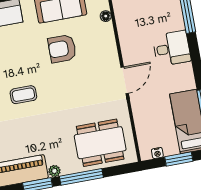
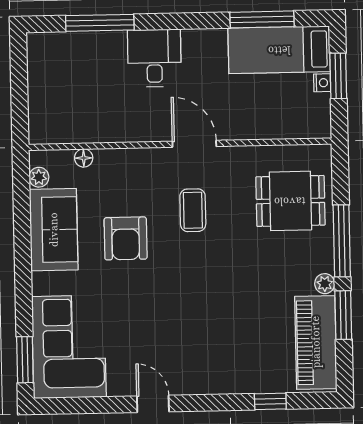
coffee table: (23, 95) -> (193, 210), moved
dining table: (100, 143) -> (290, 201), width x0.73
nightstand: (157, 153) -> (322, 83), moved

